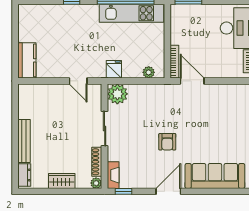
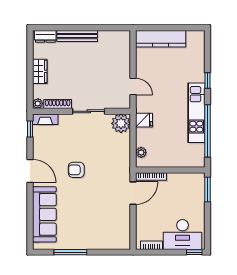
kitchen unit: (131, 13) -> (196, 113), moved
kitchen counter: (27, 60) -> (161, 39), width x1.50
door: (78, 81) -> (133, 87), swing flipped

